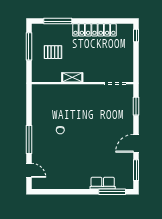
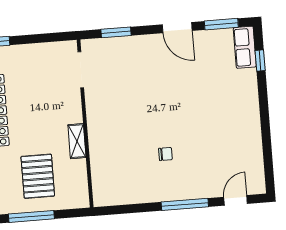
pallet: (53, 52) -> (38, 176), width x1.50, depth x1.42
row of seats: (103, 183) -> (245, 47), moved
window: (112, 192) -> (260, 60), width x0.46

